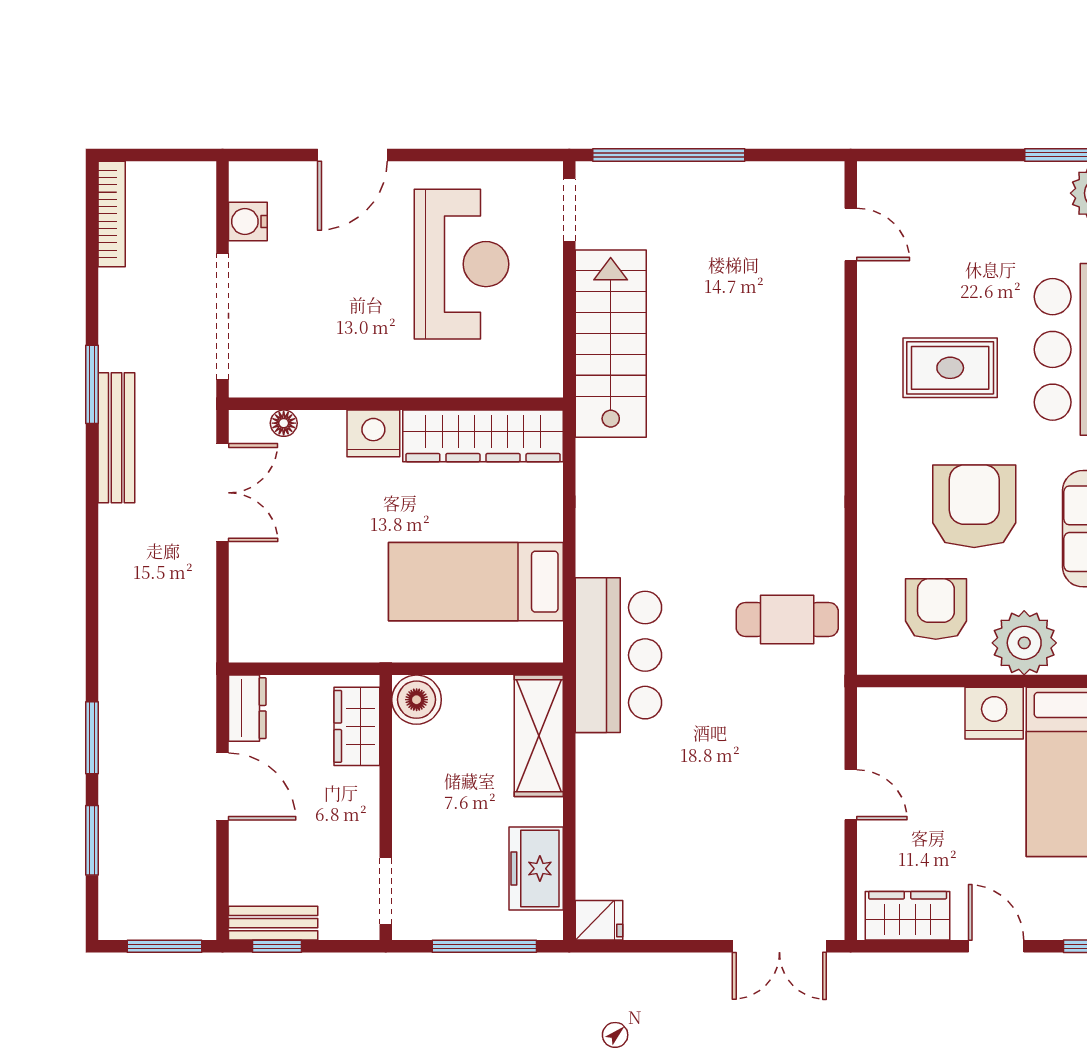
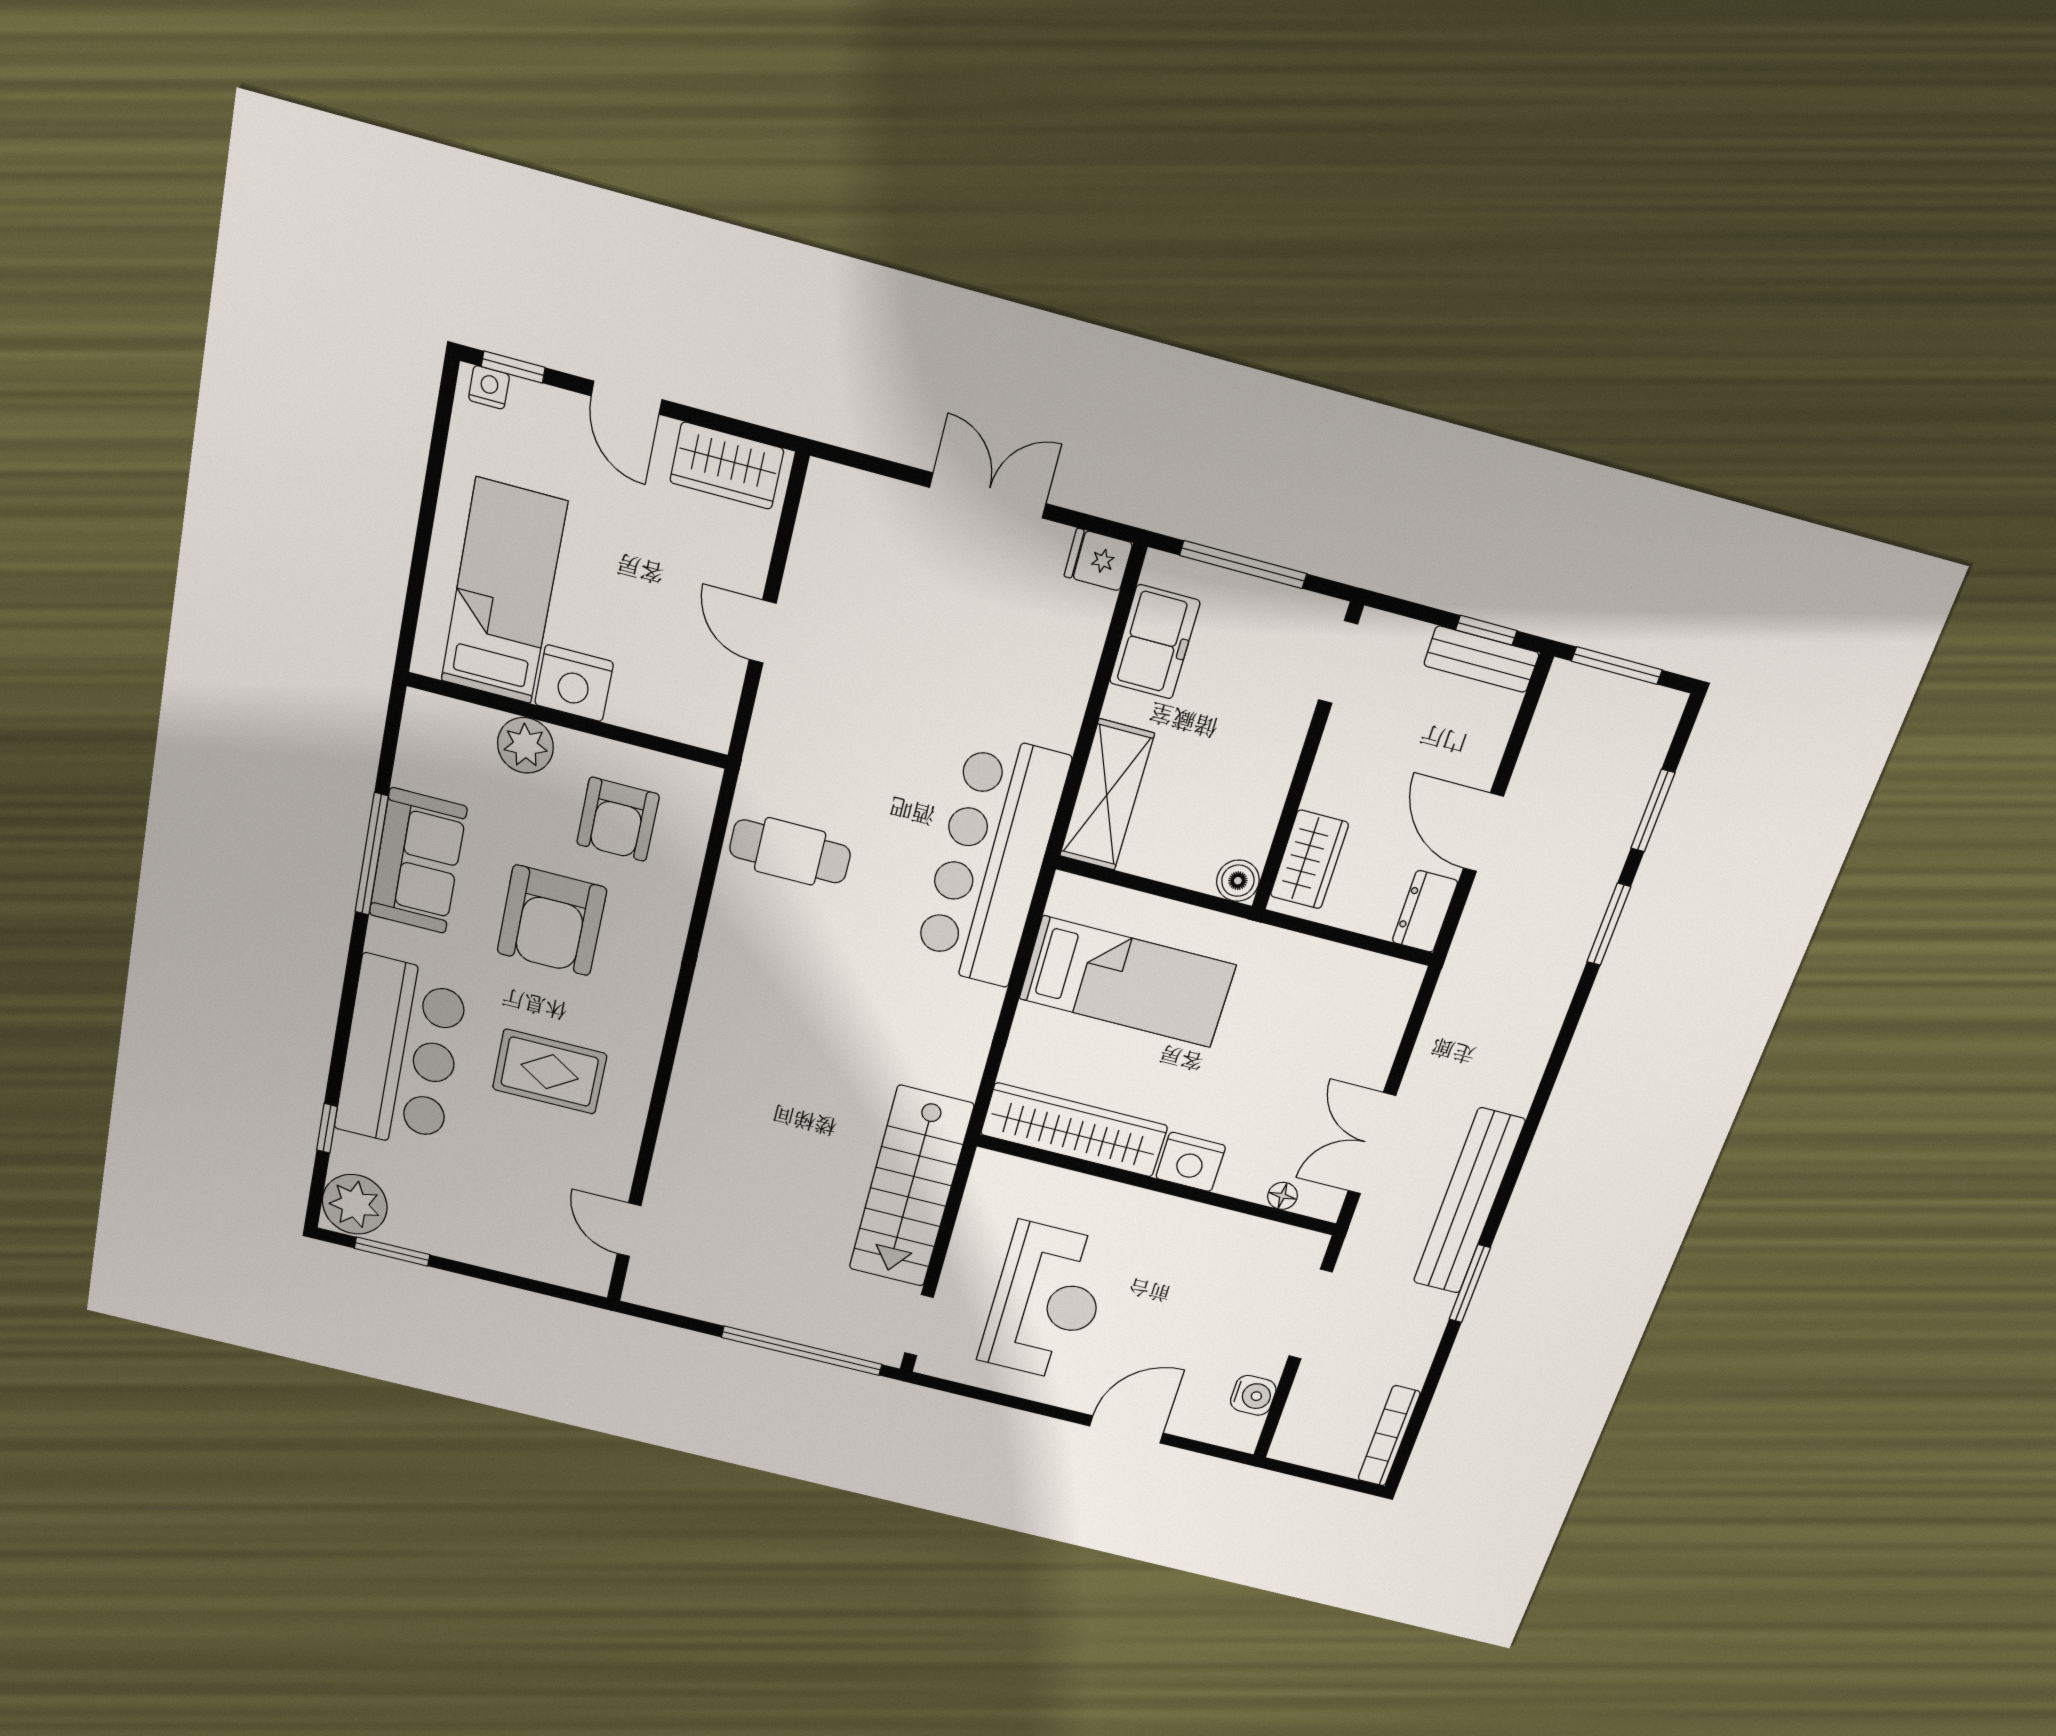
reception desk: (461, 264) -> (1046, 1302), turned 180
doorway: (223, 316) -> (1310, 1314), width x0.73
bench: (116, 438) -> (1469, 1202), width x1.37, depth x1.21
plant: (1024, 643) -> (525, 745), width x0.73, depth x0.73
bar counter: (618, 655) -> (991, 862), width x1.36
boiler: (417, 700) -> (1238, 881), width x0.73, depth x0.73
double door: (779, 946) -> (988, 495), moved

